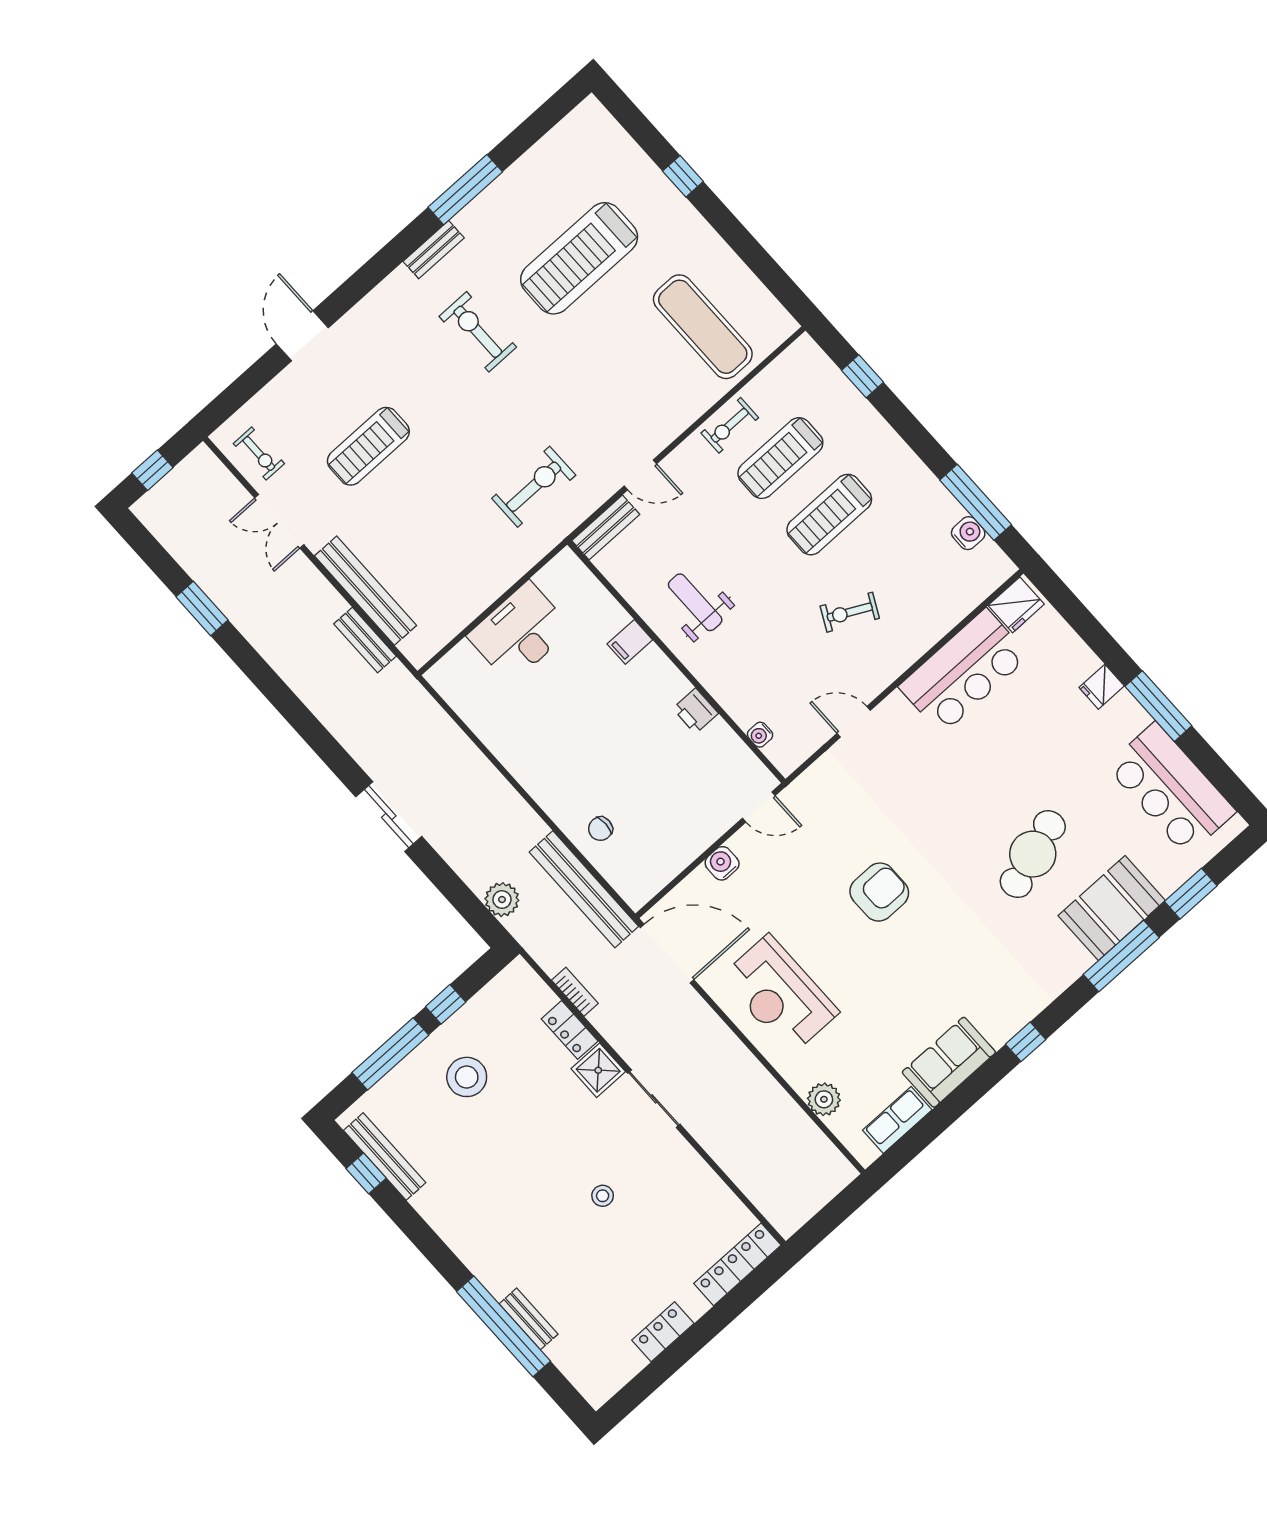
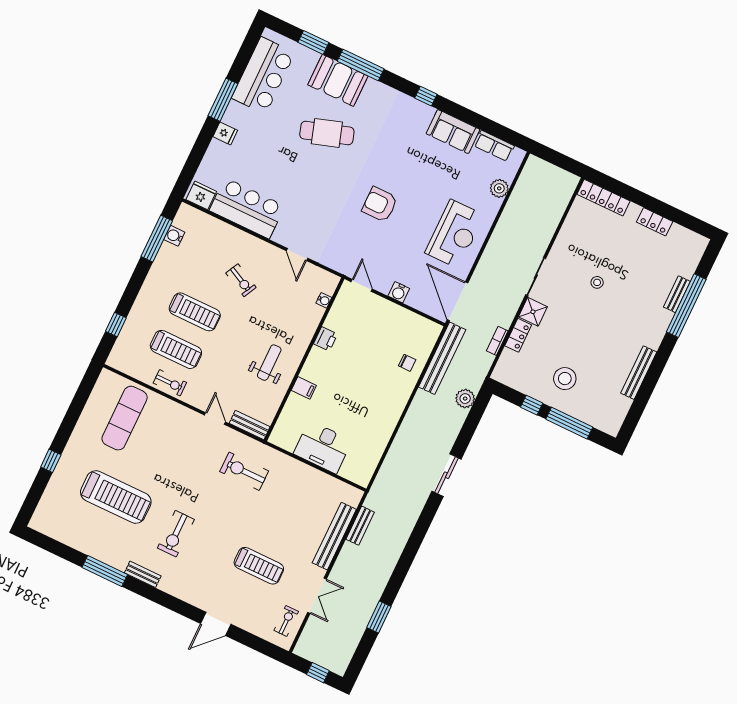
weight bench: (695, 602) -> (269, 363), turned 180
bench: (385, 1157) -> (639, 373), moved
window: (366, 1173) -> (637, 410), removed

